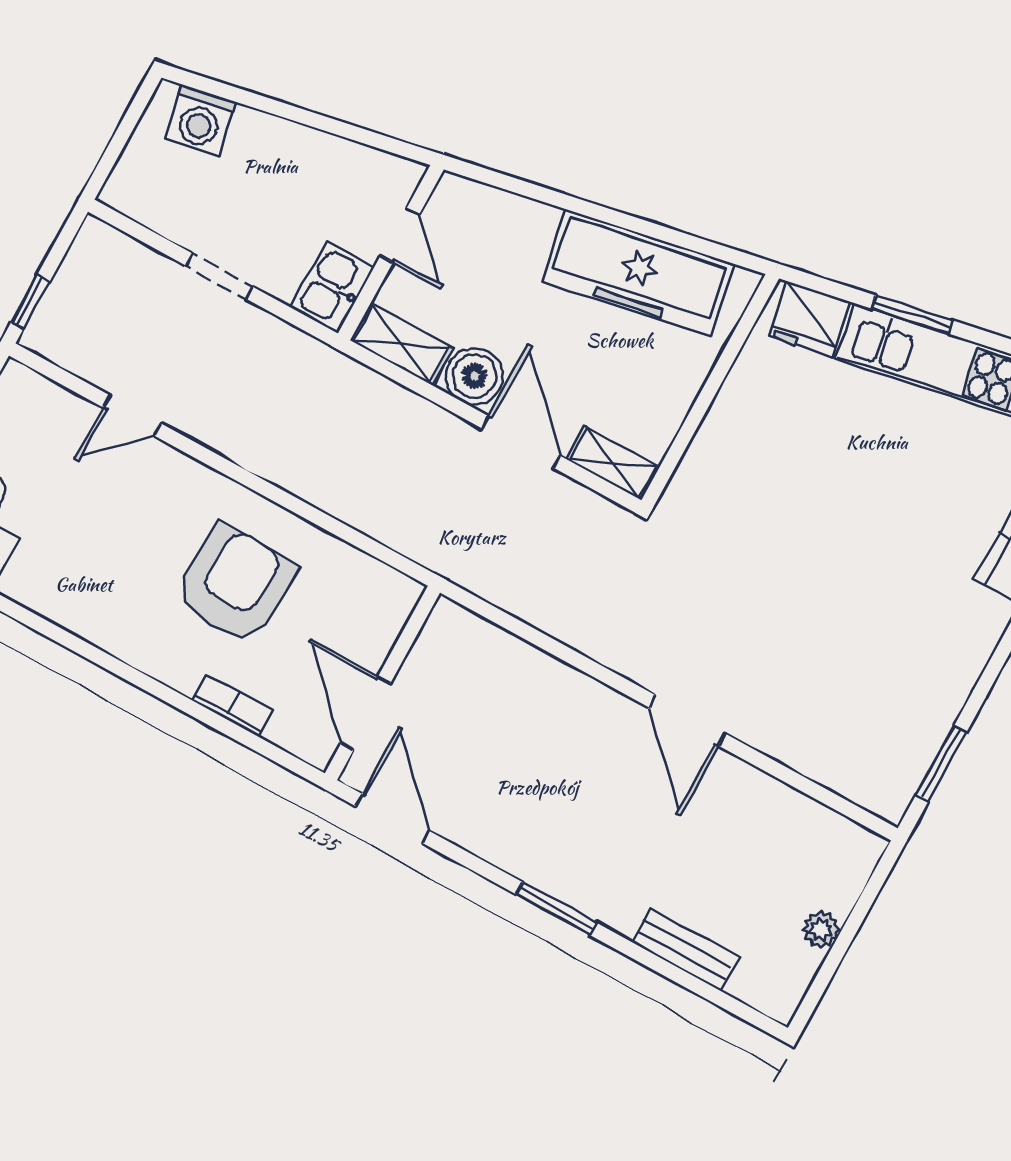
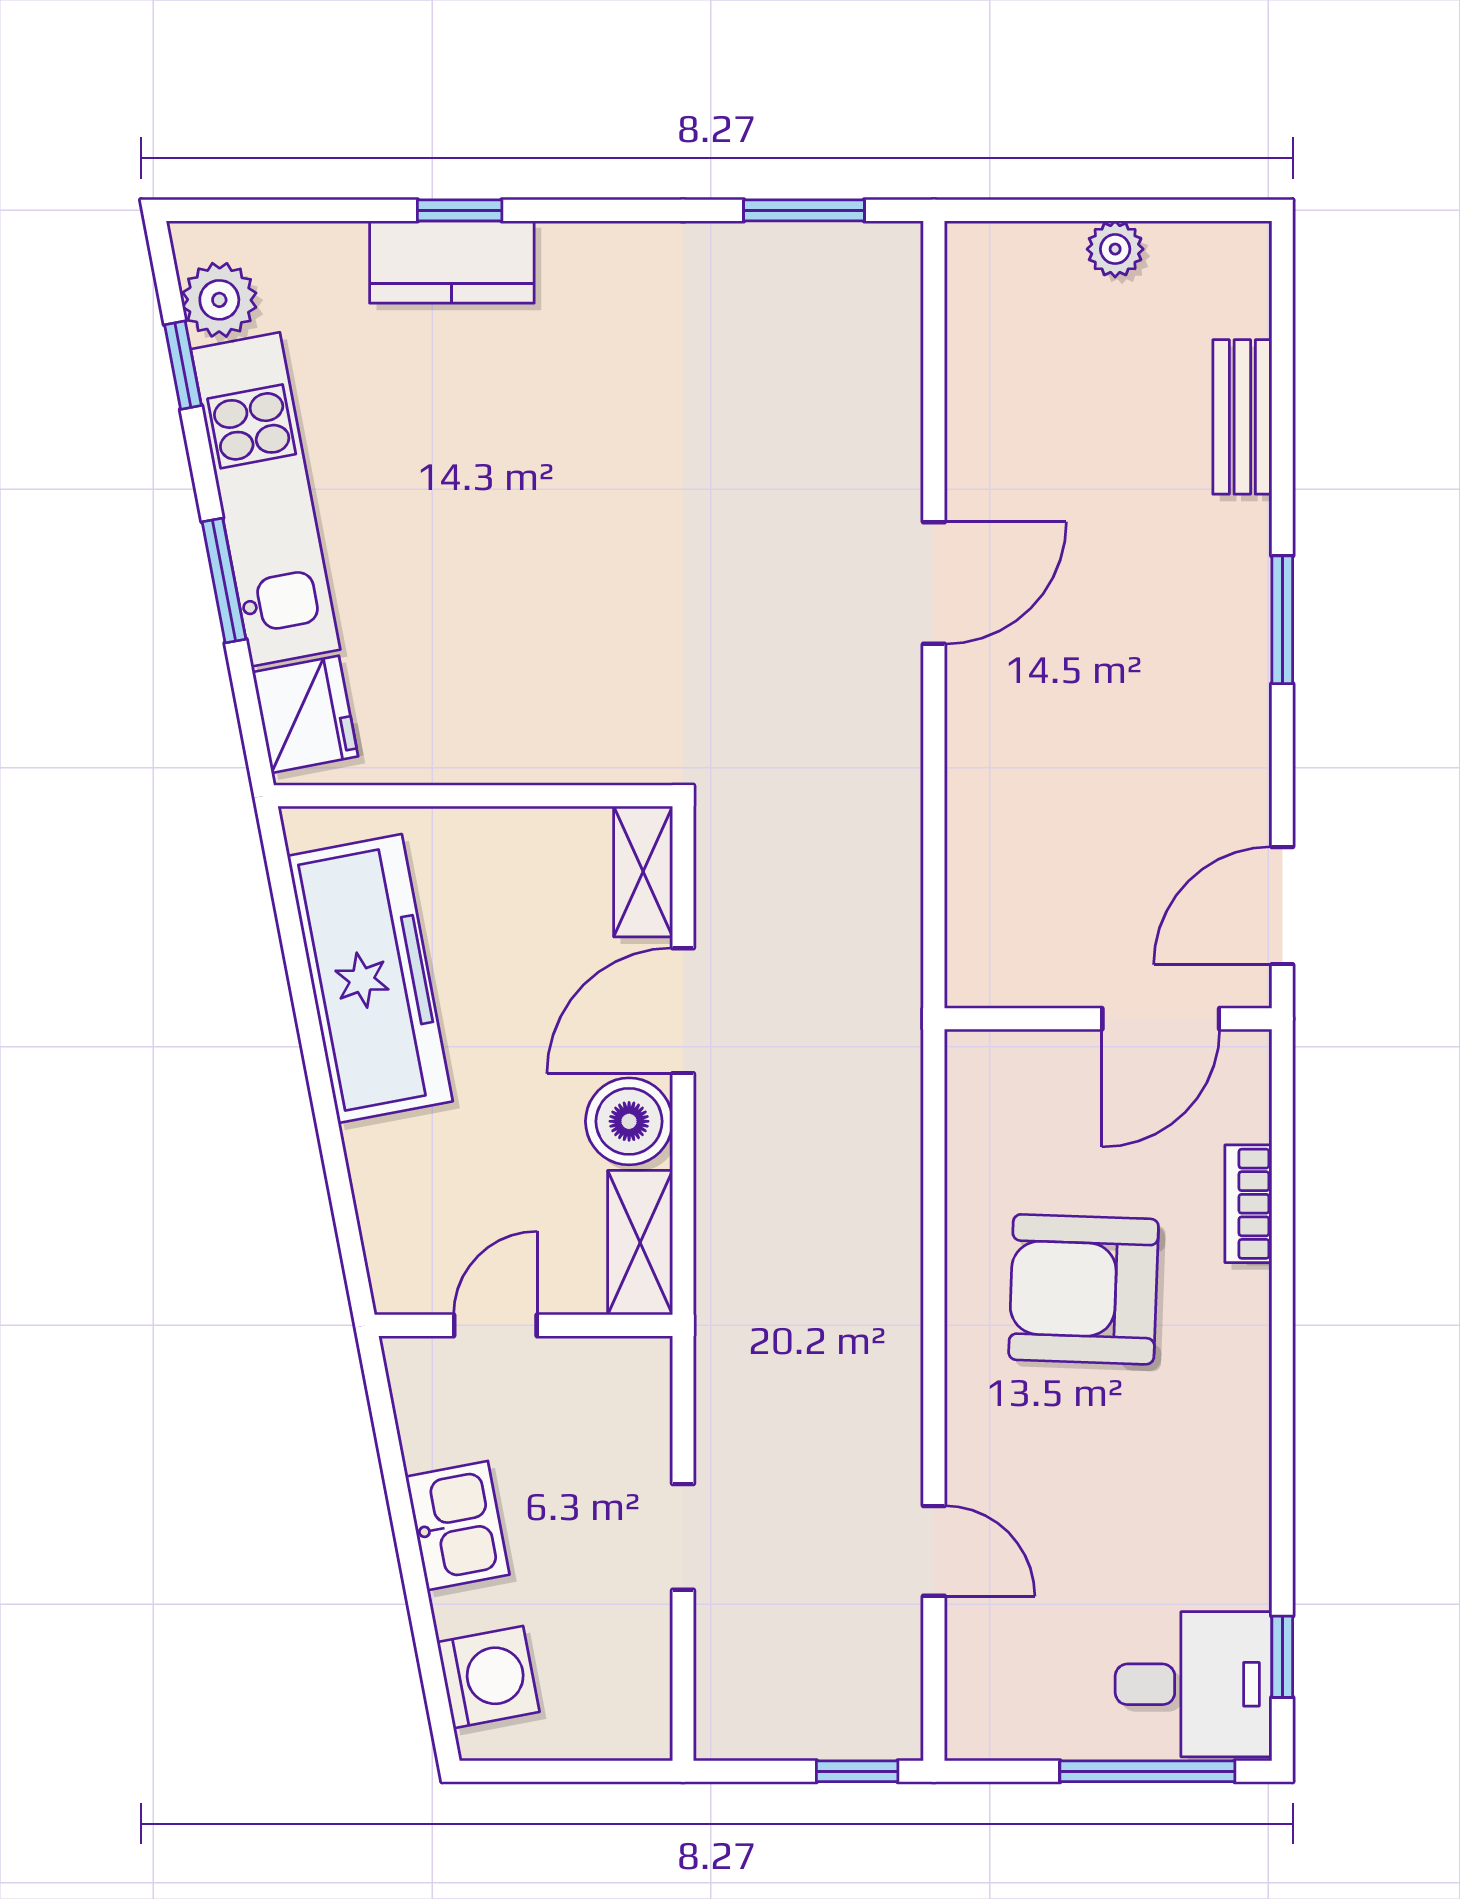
kitchen sink: (332, 287) -> (457, 1526), moved, turned -101

